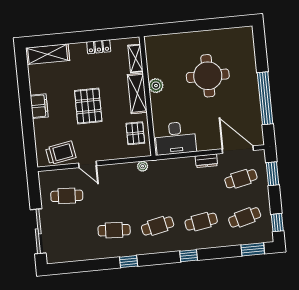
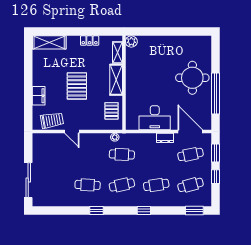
round table: (208, 76) -> (192, 78), moved
plant: (156, 86) -> (131, 41), moved
filing cabinet: (39, 106) -> (39, 96), moved
desk: (176, 138) -> (155, 118), moved
cafe table: (67, 196) -> (122, 154), moved
window: (277, 223) -> (216, 177), moved

